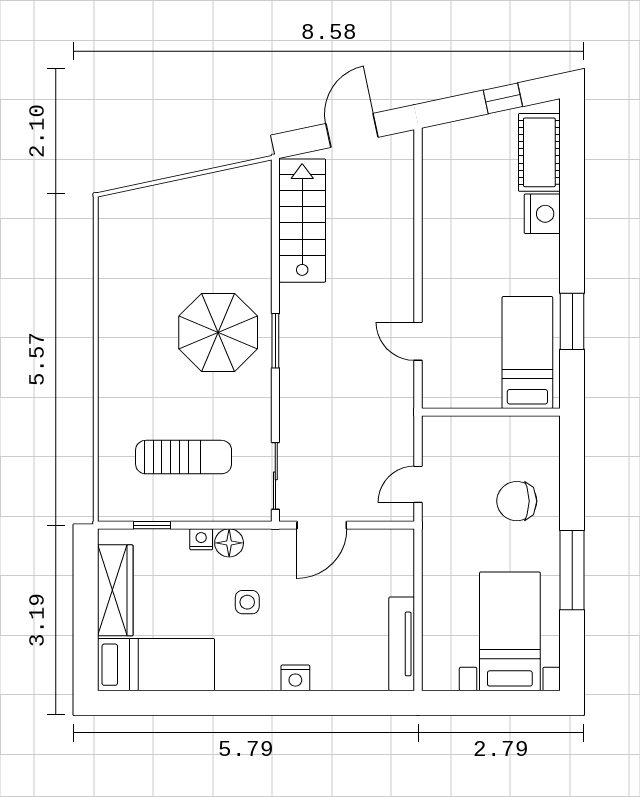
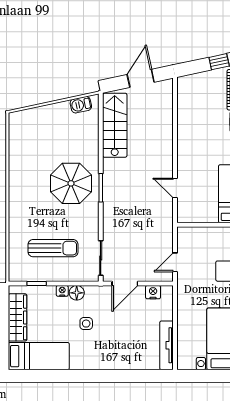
barbecue: (237, 181) -> (81, 105), added
nightstand: (295, 678) -> (153, 292), moved, turned 180

